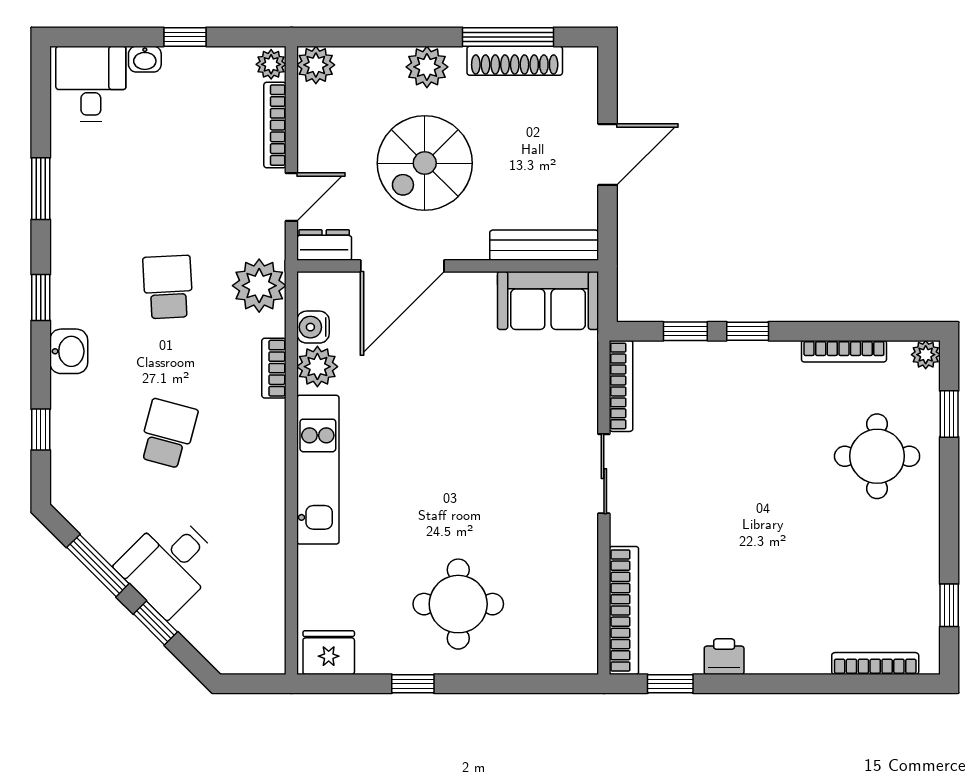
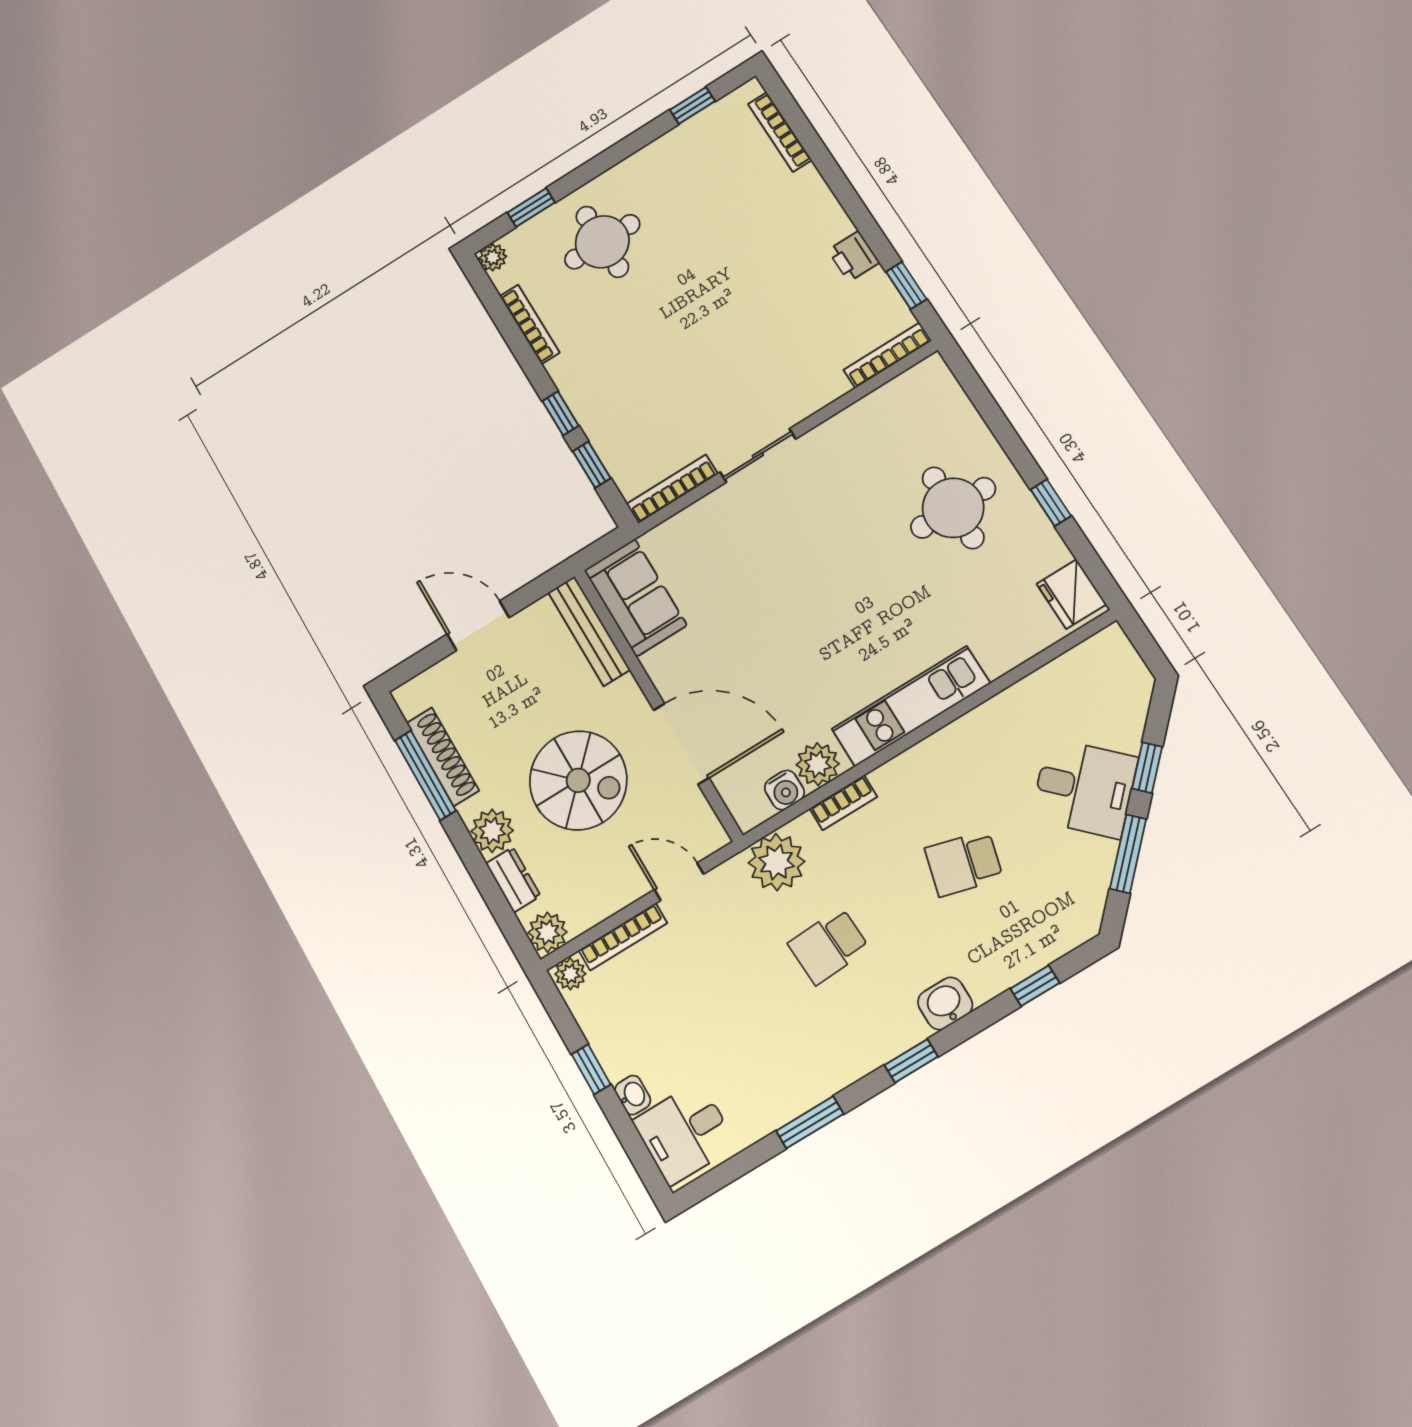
dresser: (324, 245) -> (513, 880), moved, turned 180
bookcase: (624, 610) -> (887, 355), width x0.68, depth x0.76

